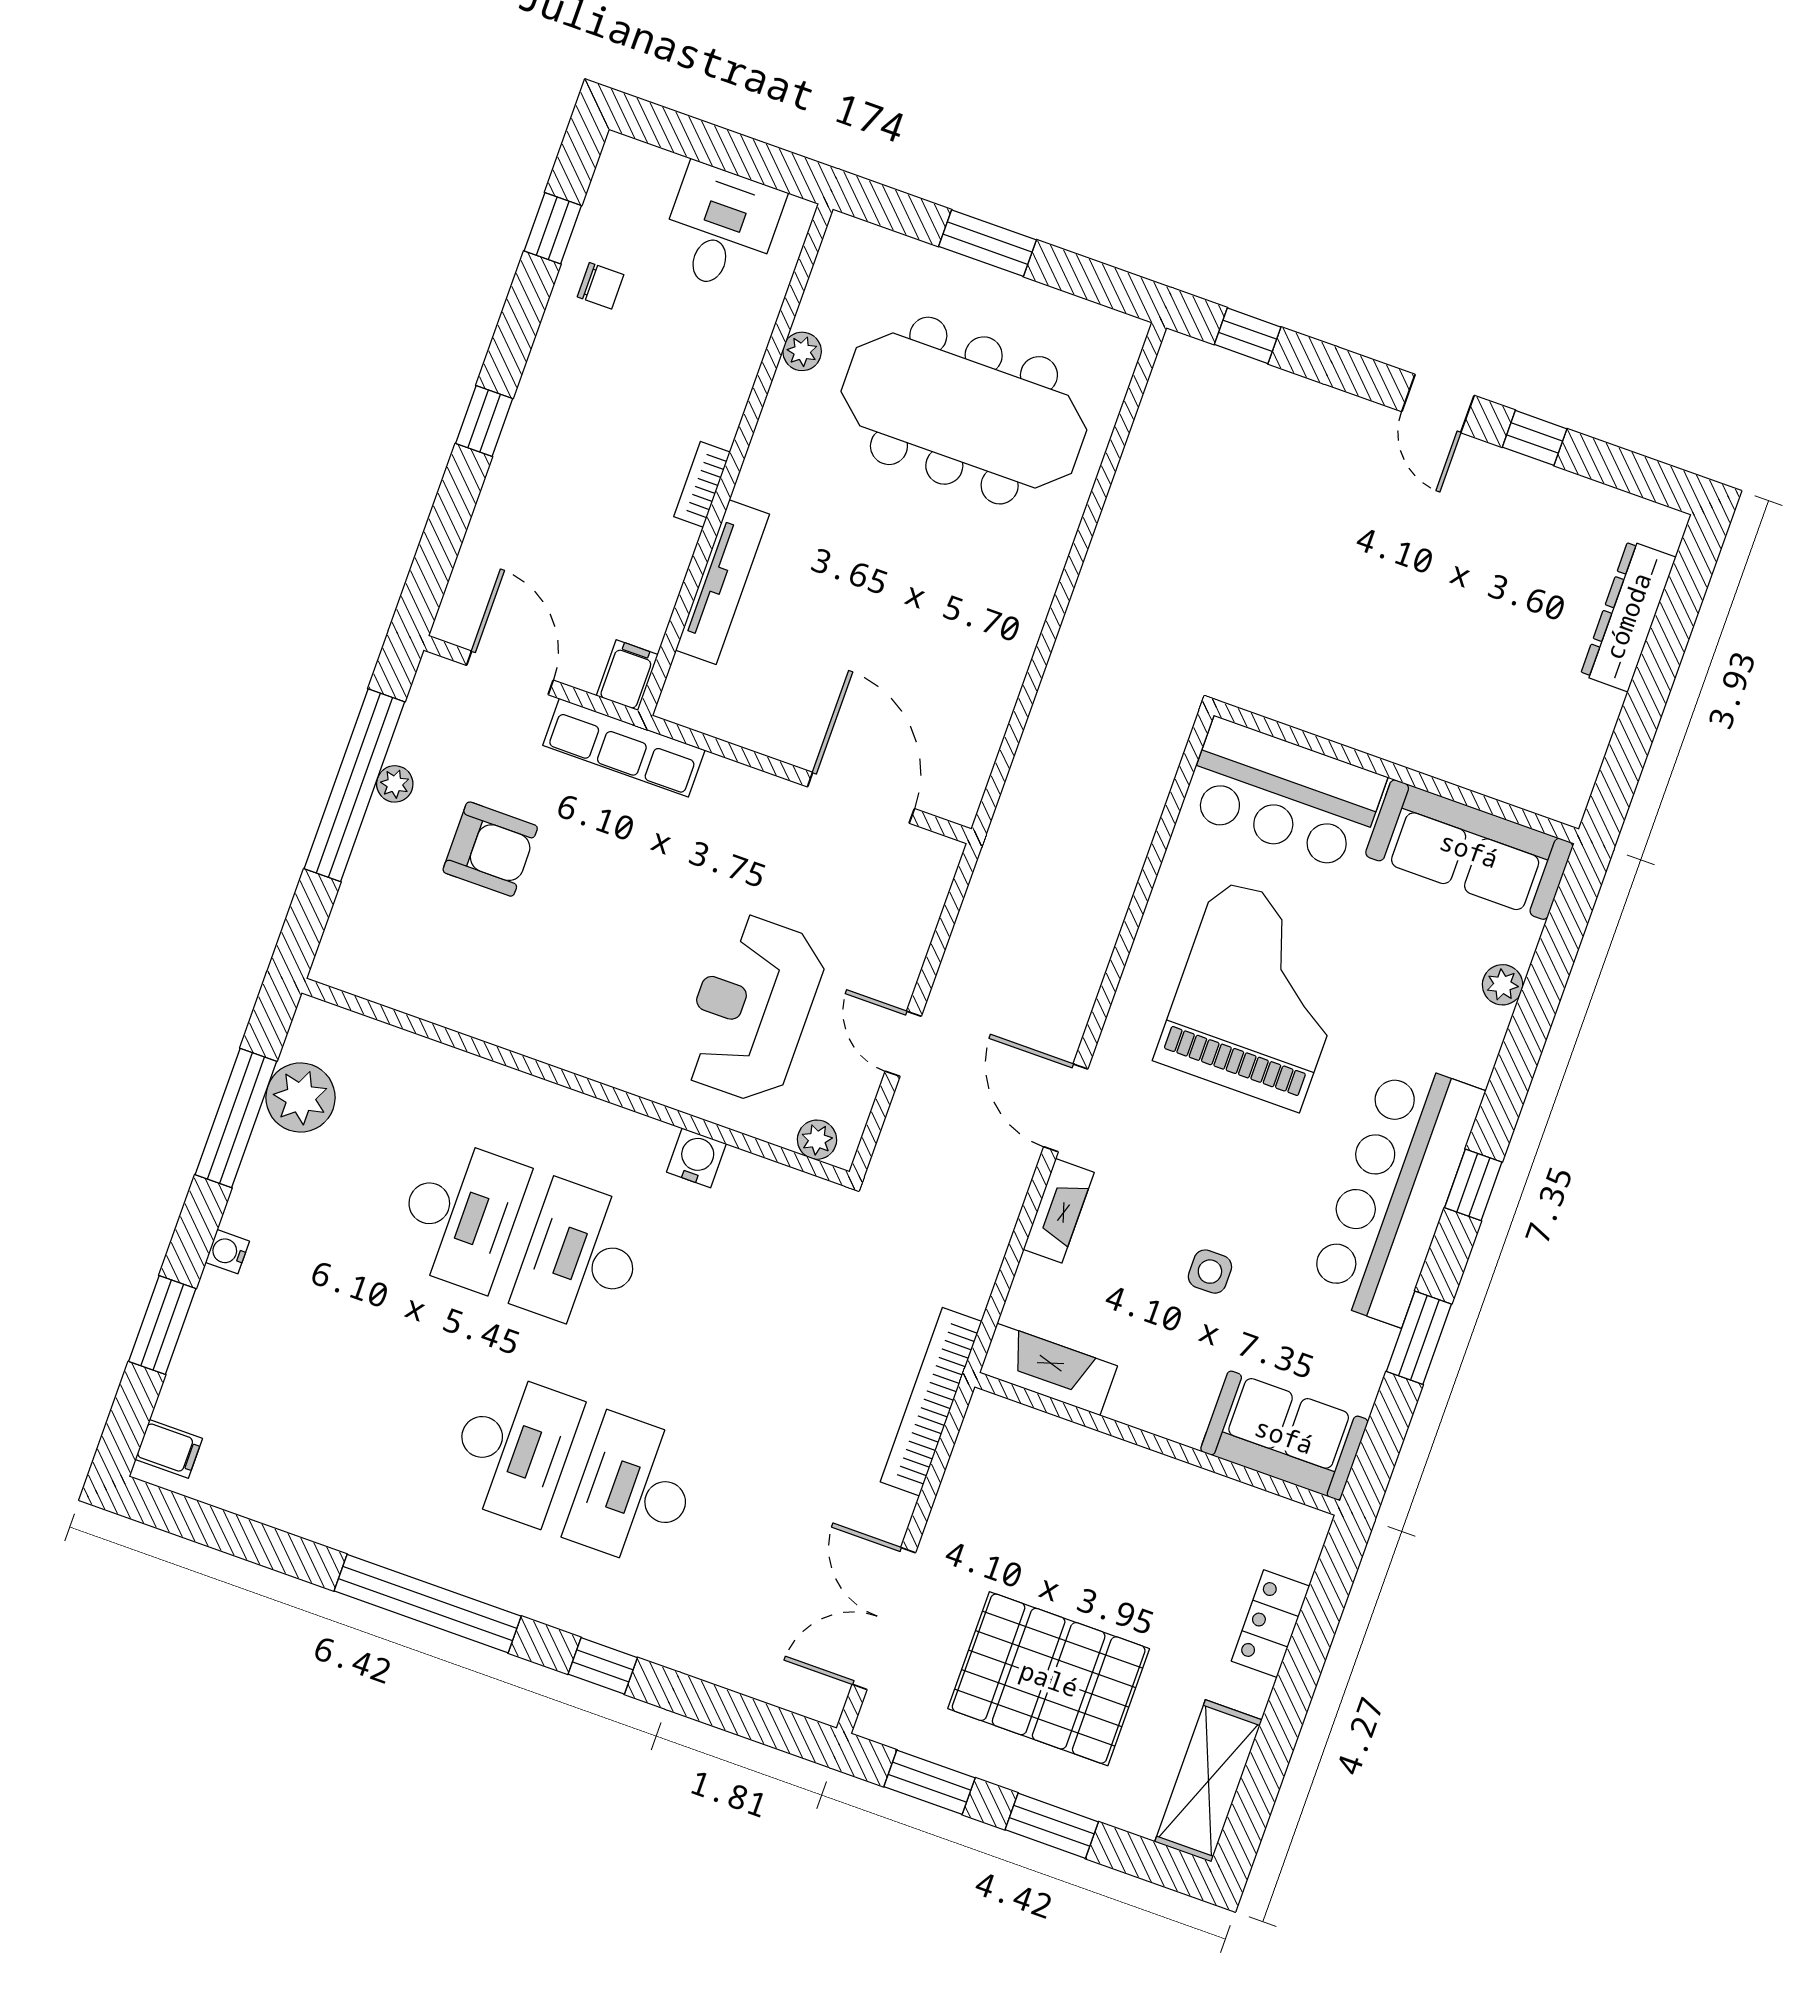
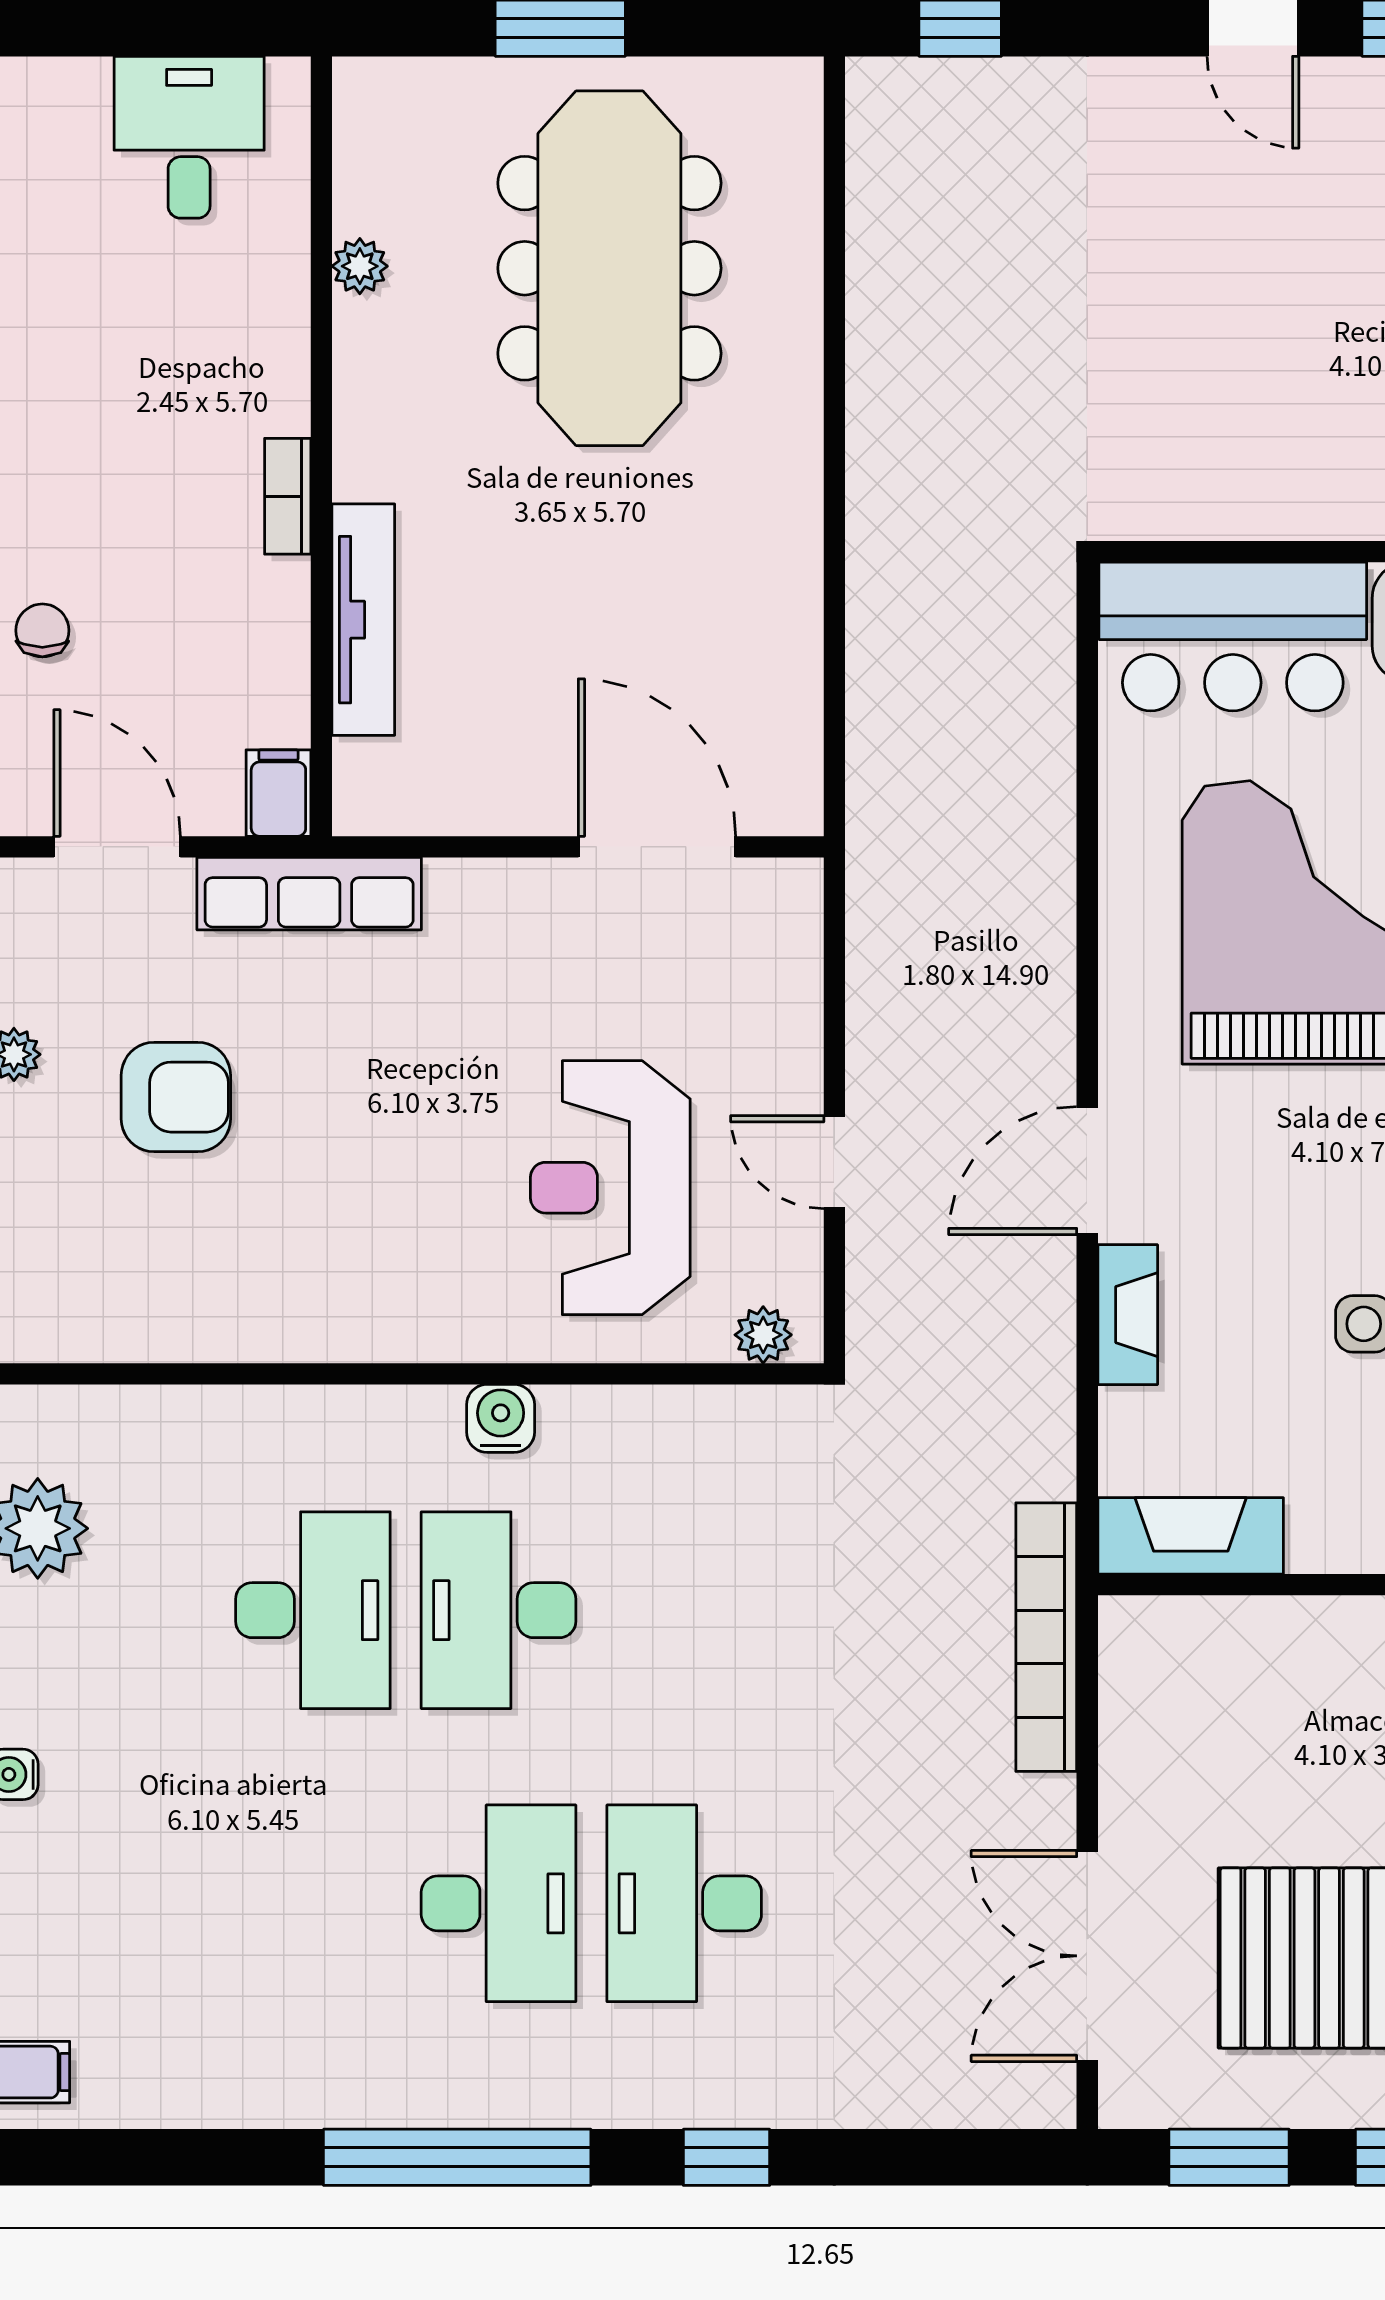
chair: (601, 286) -> (42, 630), moved, turned -90
meeting table: (964, 411) -> (609, 268), turned 90
door: (1066, 1108) -> (1087, 1171), hinge flipped
water cooler: (696, 1158) -> (501, 1418), moved

